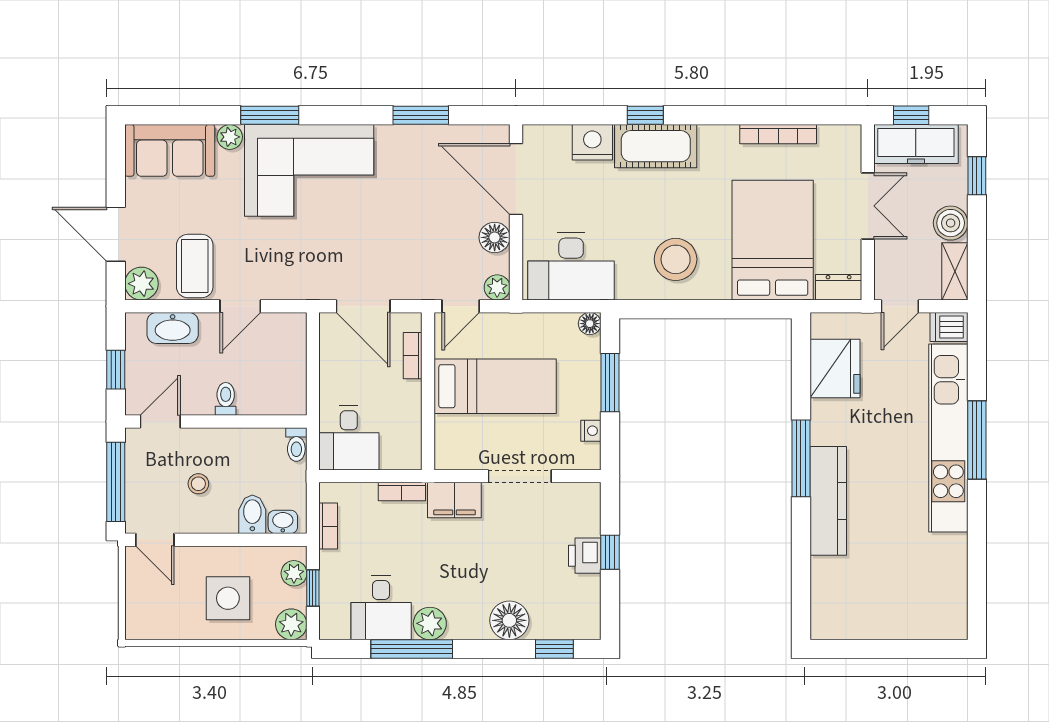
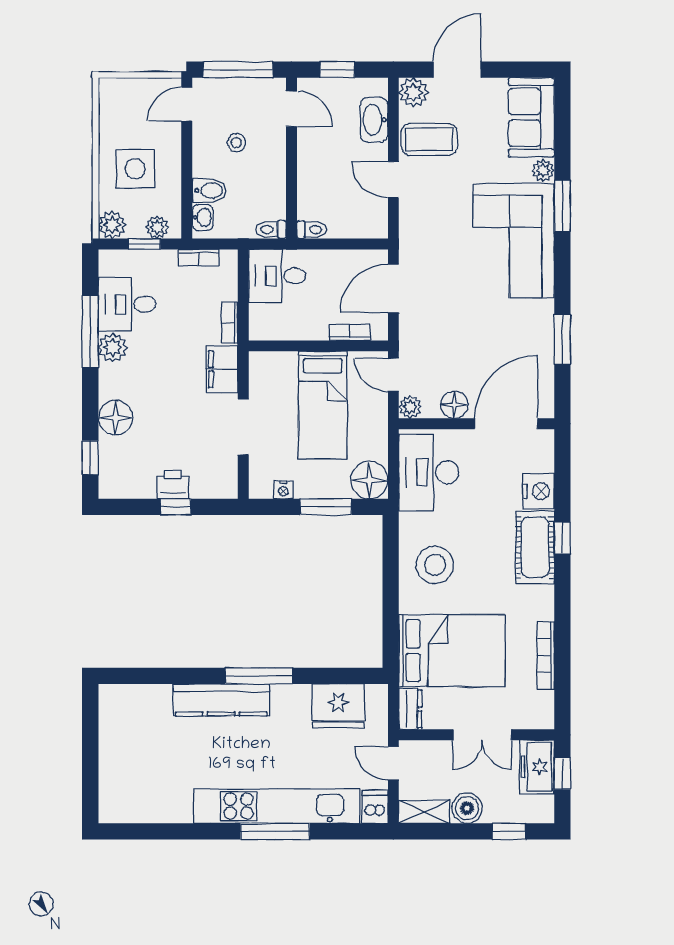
freezer: (916, 144) -> (537, 767), width x0.71
floor lamp: (590, 324) -> (369, 480), width x1.89, depth x1.89
toilet: (226, 399) -> (311, 230), moved

